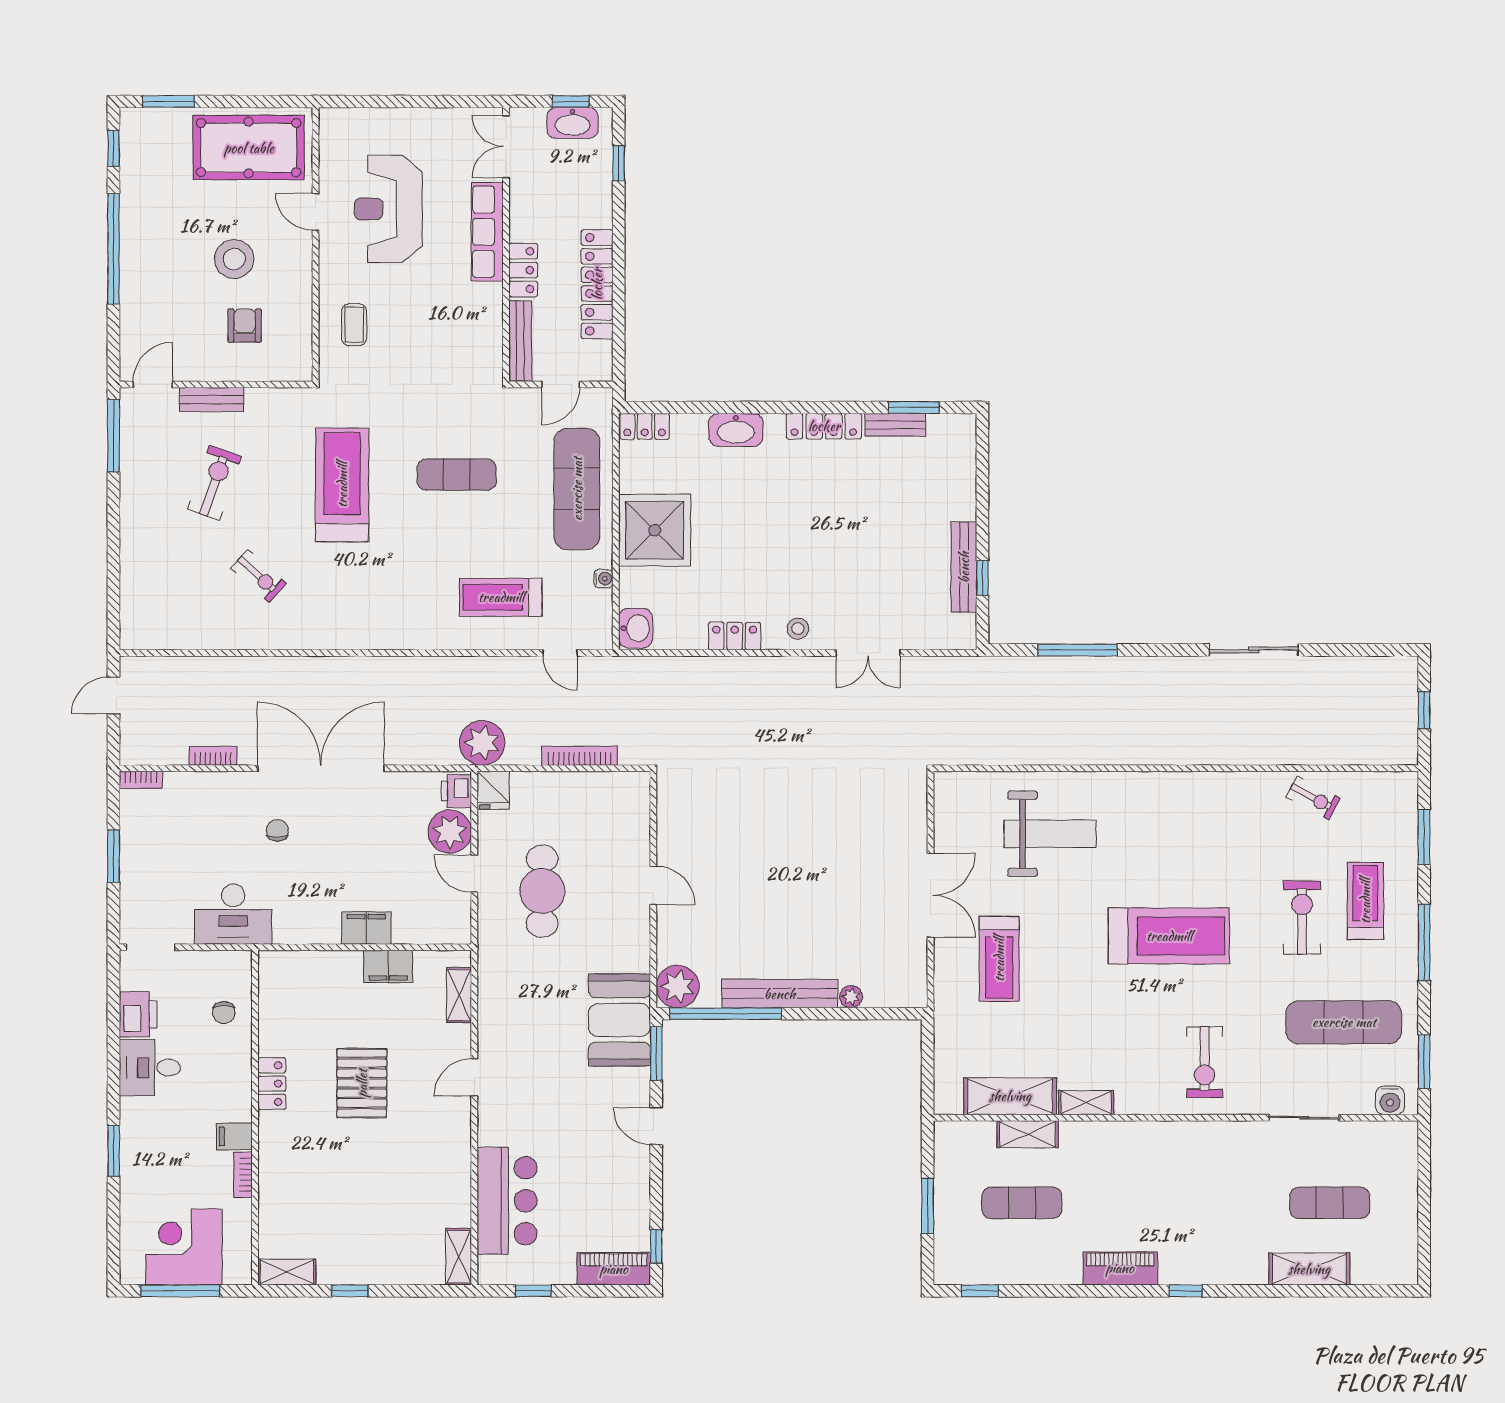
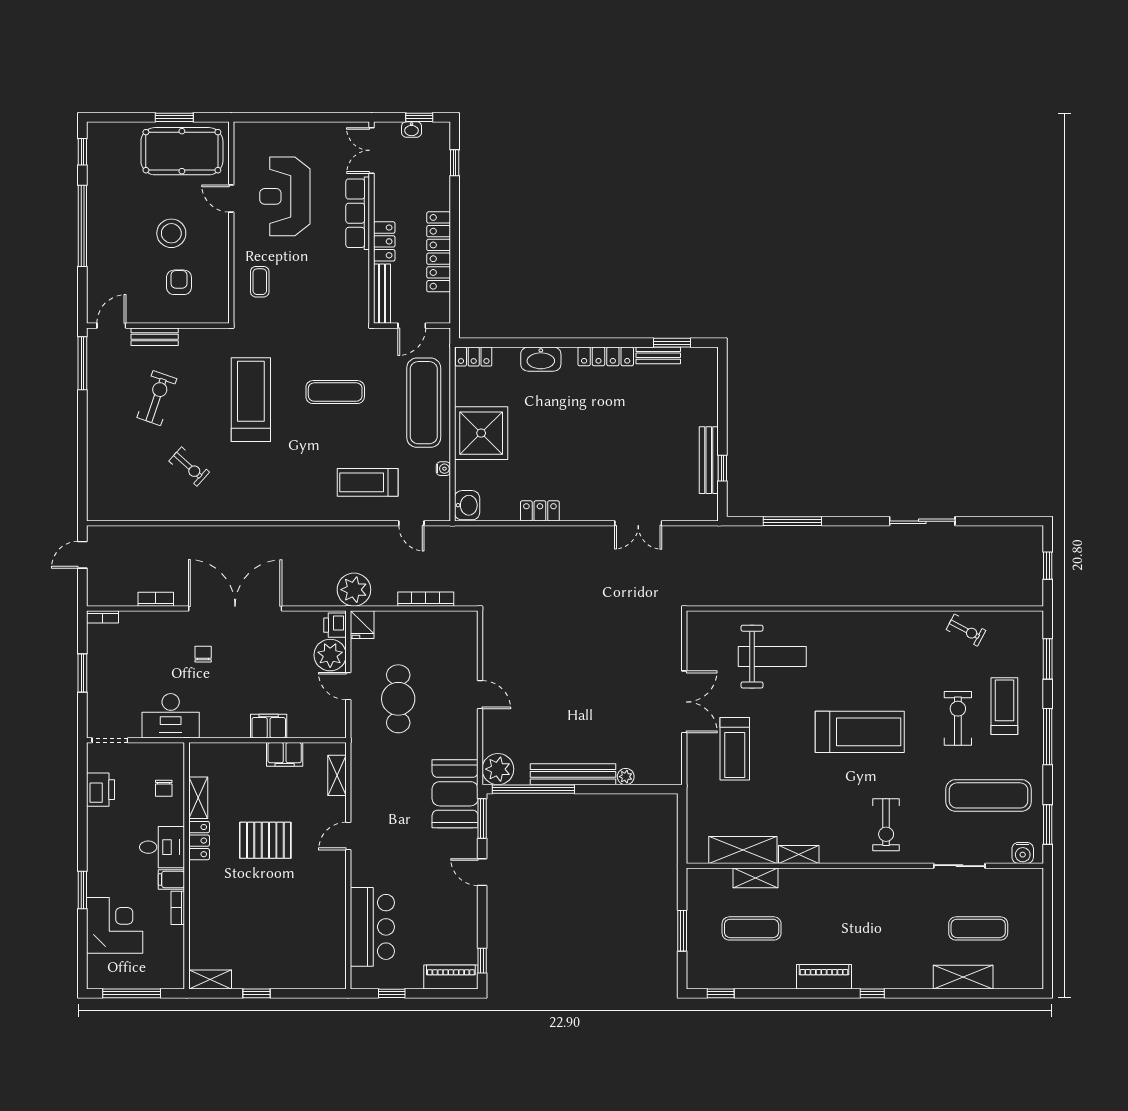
window: (169, 102) -> (174, 117), moved
washbasin: (572, 123) -> (412, 129), width x0.52, depth x0.69
stool: (798, 629) -> (587, 505), removed
desk: (150, 1068) -> (162, 847), moved, turned 180
pallet: (362, 1083) -> (265, 840), turned 90
corner desk: (184, 1247) -> (115, 925), moved, turned 90
shelving: (459, 1257) -> (198, 798), moved

